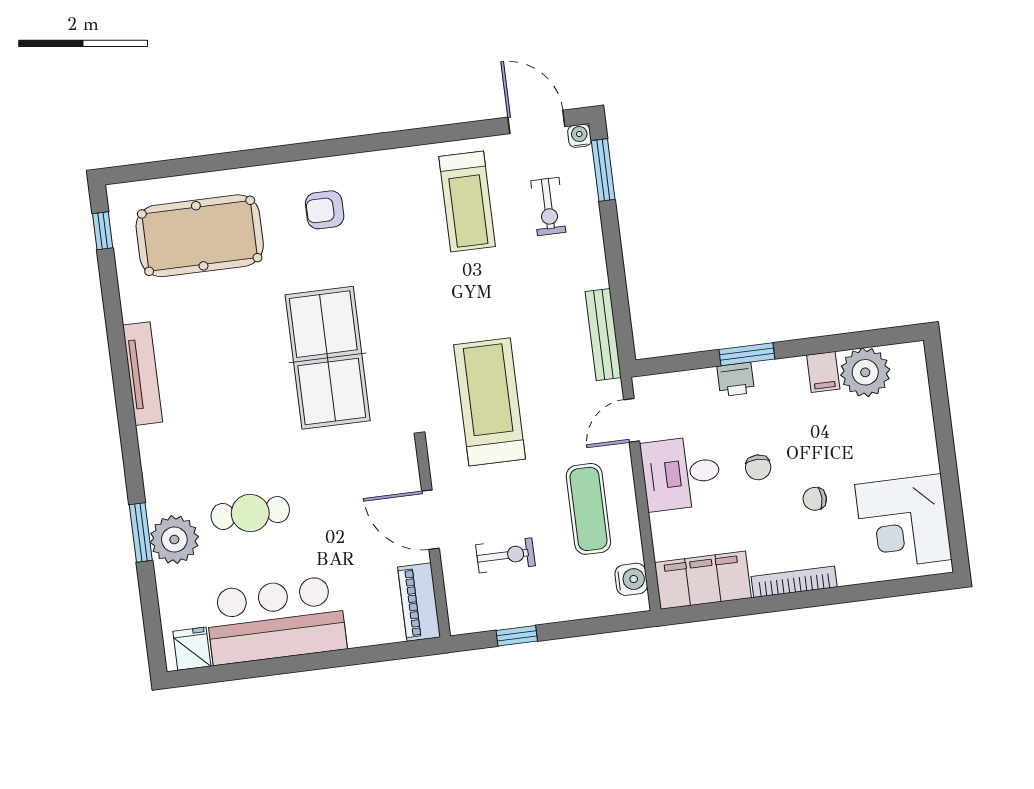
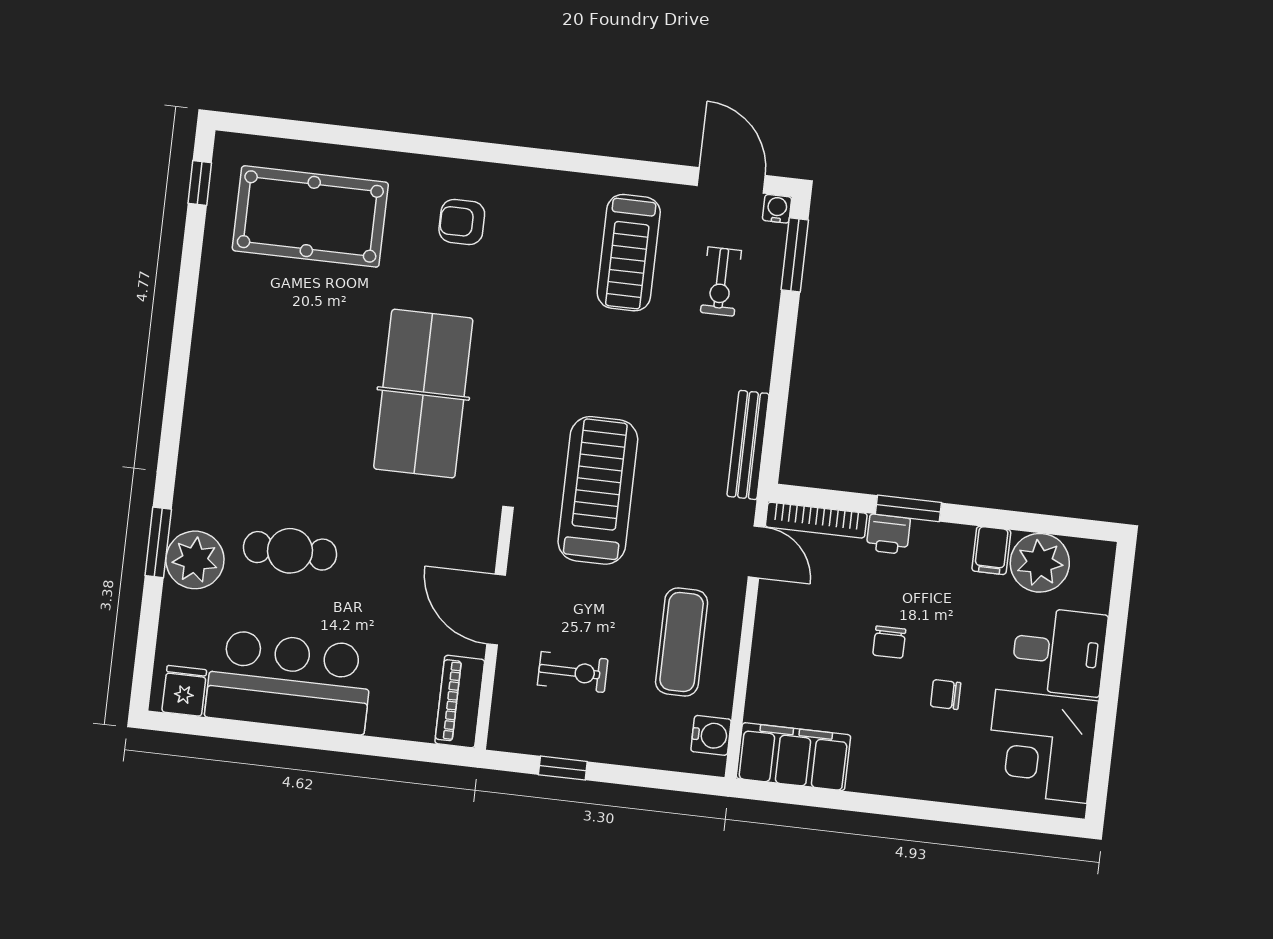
tv unit: (143, 374) -> (205, 359), removed
door: (632, 420) -> (756, 552), swing flipped
desk: (681, 473) -> (1059, 651), moved, turned 180
bookcase: (794, 582) -> (816, 520), moved, turned 180

